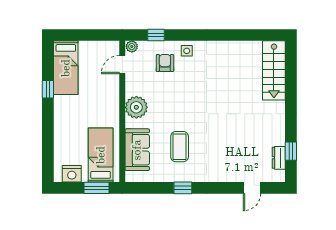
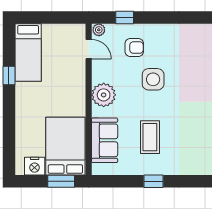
side table: (187, 51) -> (153, 79), moved, width x1.87, depth x1.87
armchair: (165, 63) -> (134, 48), turned 90
door: (122, 65) -> (89, 49), swing flipped
bed: (101, 155) -> (65, 146), width x1.50

